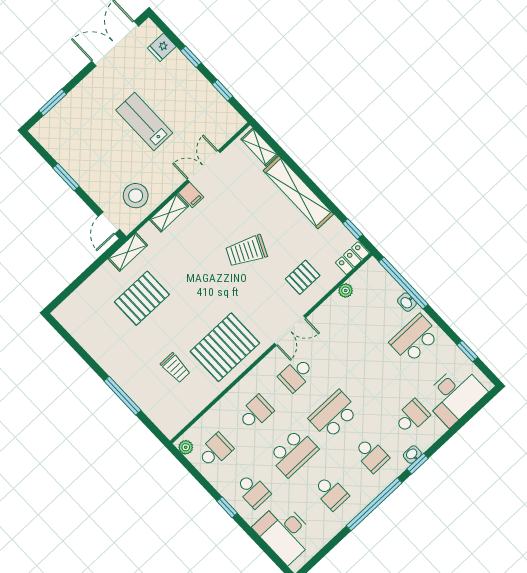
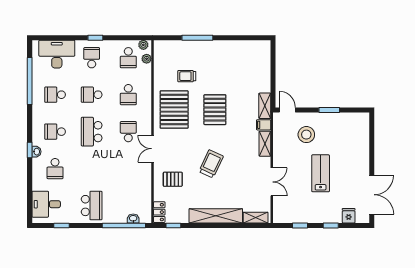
window: (53, 102) -> (372, 137), removed
lab bench: (144, 122) -> (321, 173), turned -90
filing cabinet: (191, 195) -> (264, 125), moved
stool: (136, 196) -> (306, 135), moved
pallet: (303, 277) -> (173, 179), turned 90
plant: (346, 291) -> (147, 59), moved
pallet: (142, 298) -> (215, 110), moved
washbasin: (407, 302) -> (133, 219), moved
desk: (455, 395) -> (46, 204), width x0.73
school desk: (334, 415) -> (92, 132), turned 180
school desk: (293, 453) -> (92, 95), width x0.54
school desk: (253, 491) -> (92, 58), turned 90
window: (374, 504) -> (30, 81), moved

